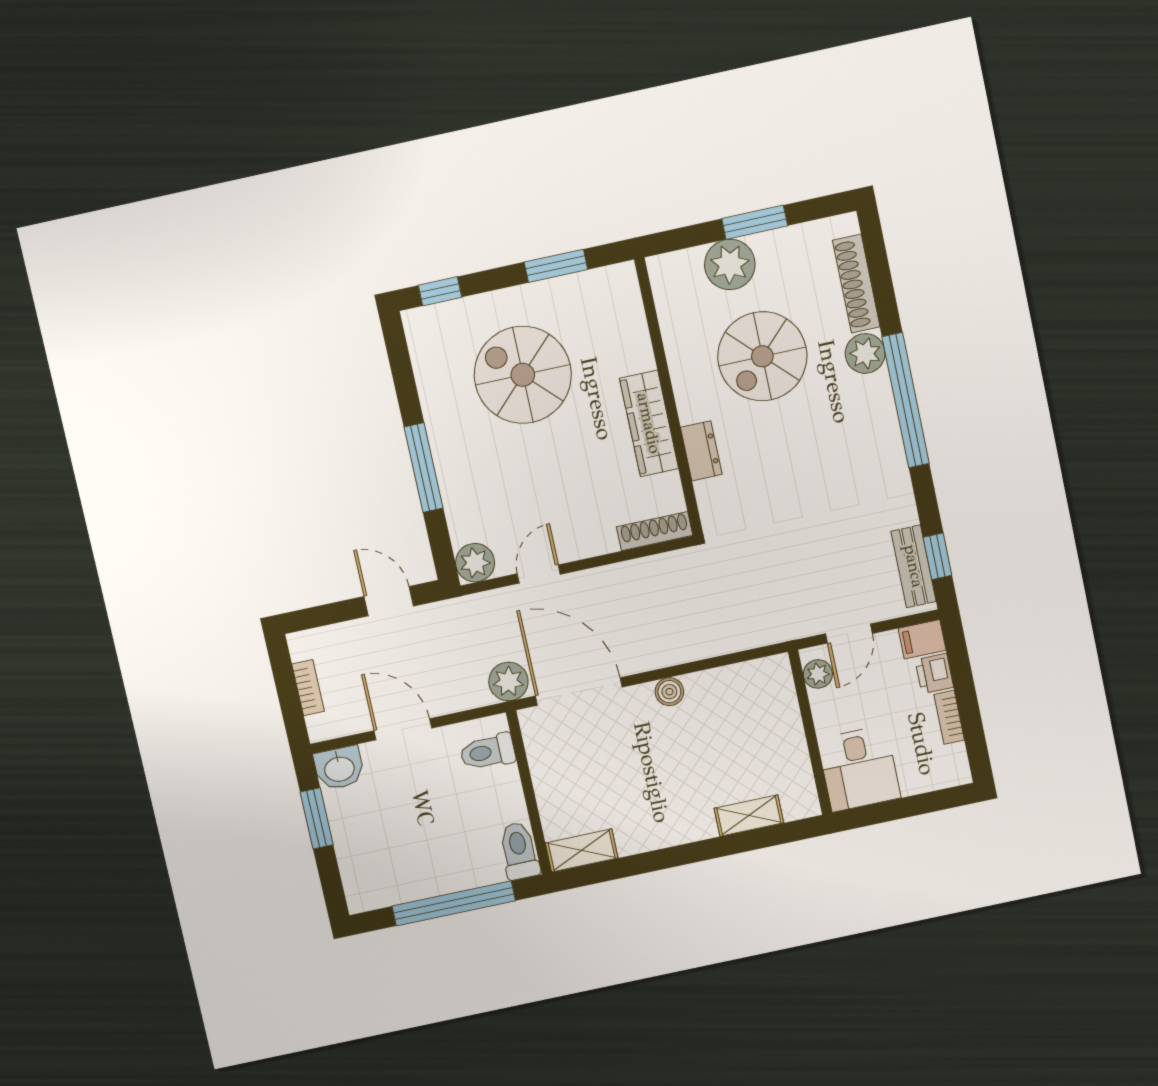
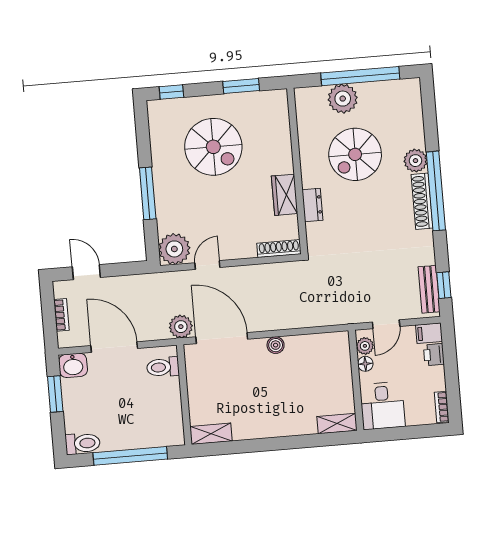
window: (755, 222) -> (360, 76), width x2.11
shoe rack: (856, 284) -> (422, 201), moved
spiral stairs: (523, 375) -> (213, 147), turned 180
wardrobe: (649, 423) -> (285, 195), width x0.67
plant: (475, 563) -> (174, 249), width x1.36, depth x1.36
door: (389, 601) -> (86, 272), moved
floor lamp: (822, 703) -> (365, 364), added
bookcase: (949, 717) -> (442, 407), moved
door: (403, 729) -> (114, 347), width x1.36
shelving: (749, 816) -> (337, 424), moved
toilet: (519, 851) -> (83, 443), moved, turned 90

